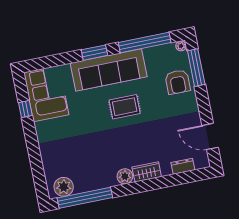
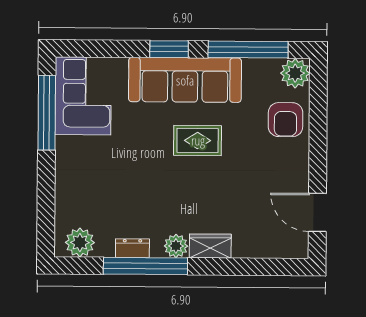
plant: (181, 46) -> (295, 73), width x1.88, depth x1.88
window: (196, 68) -> (318, 104), removed
window: (25, 109) -> (47, 113), width x3.17
dresser: (183, 166) -> (132, 248), moved
window: (85, 198) -> (145, 266), moved

